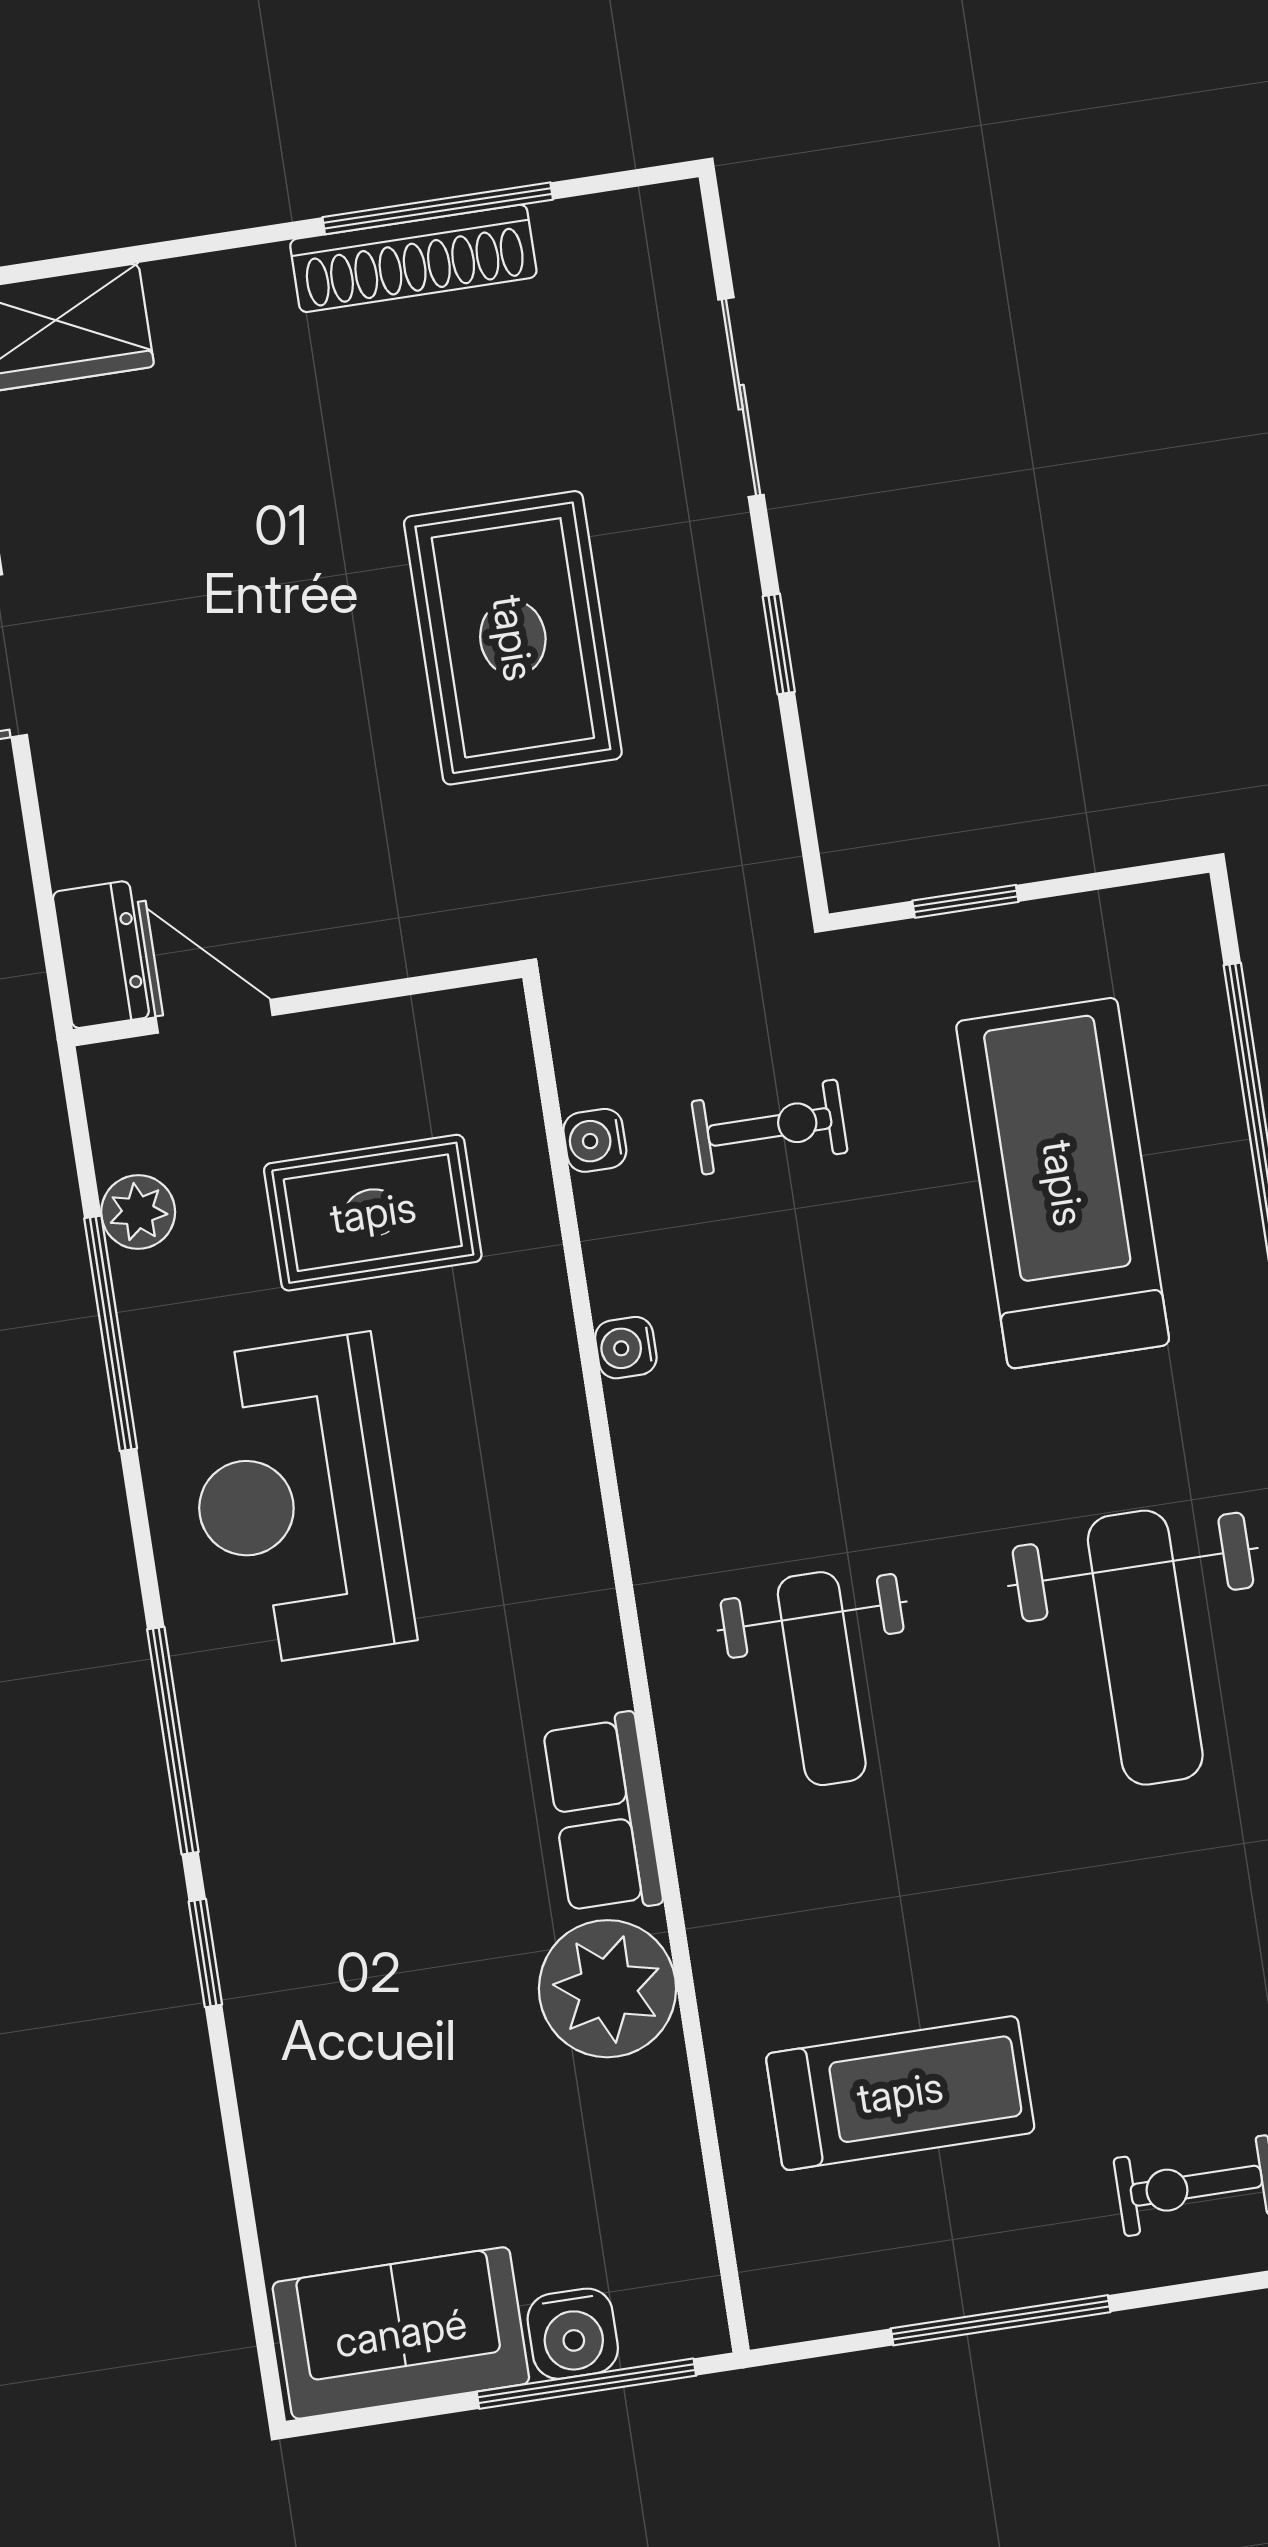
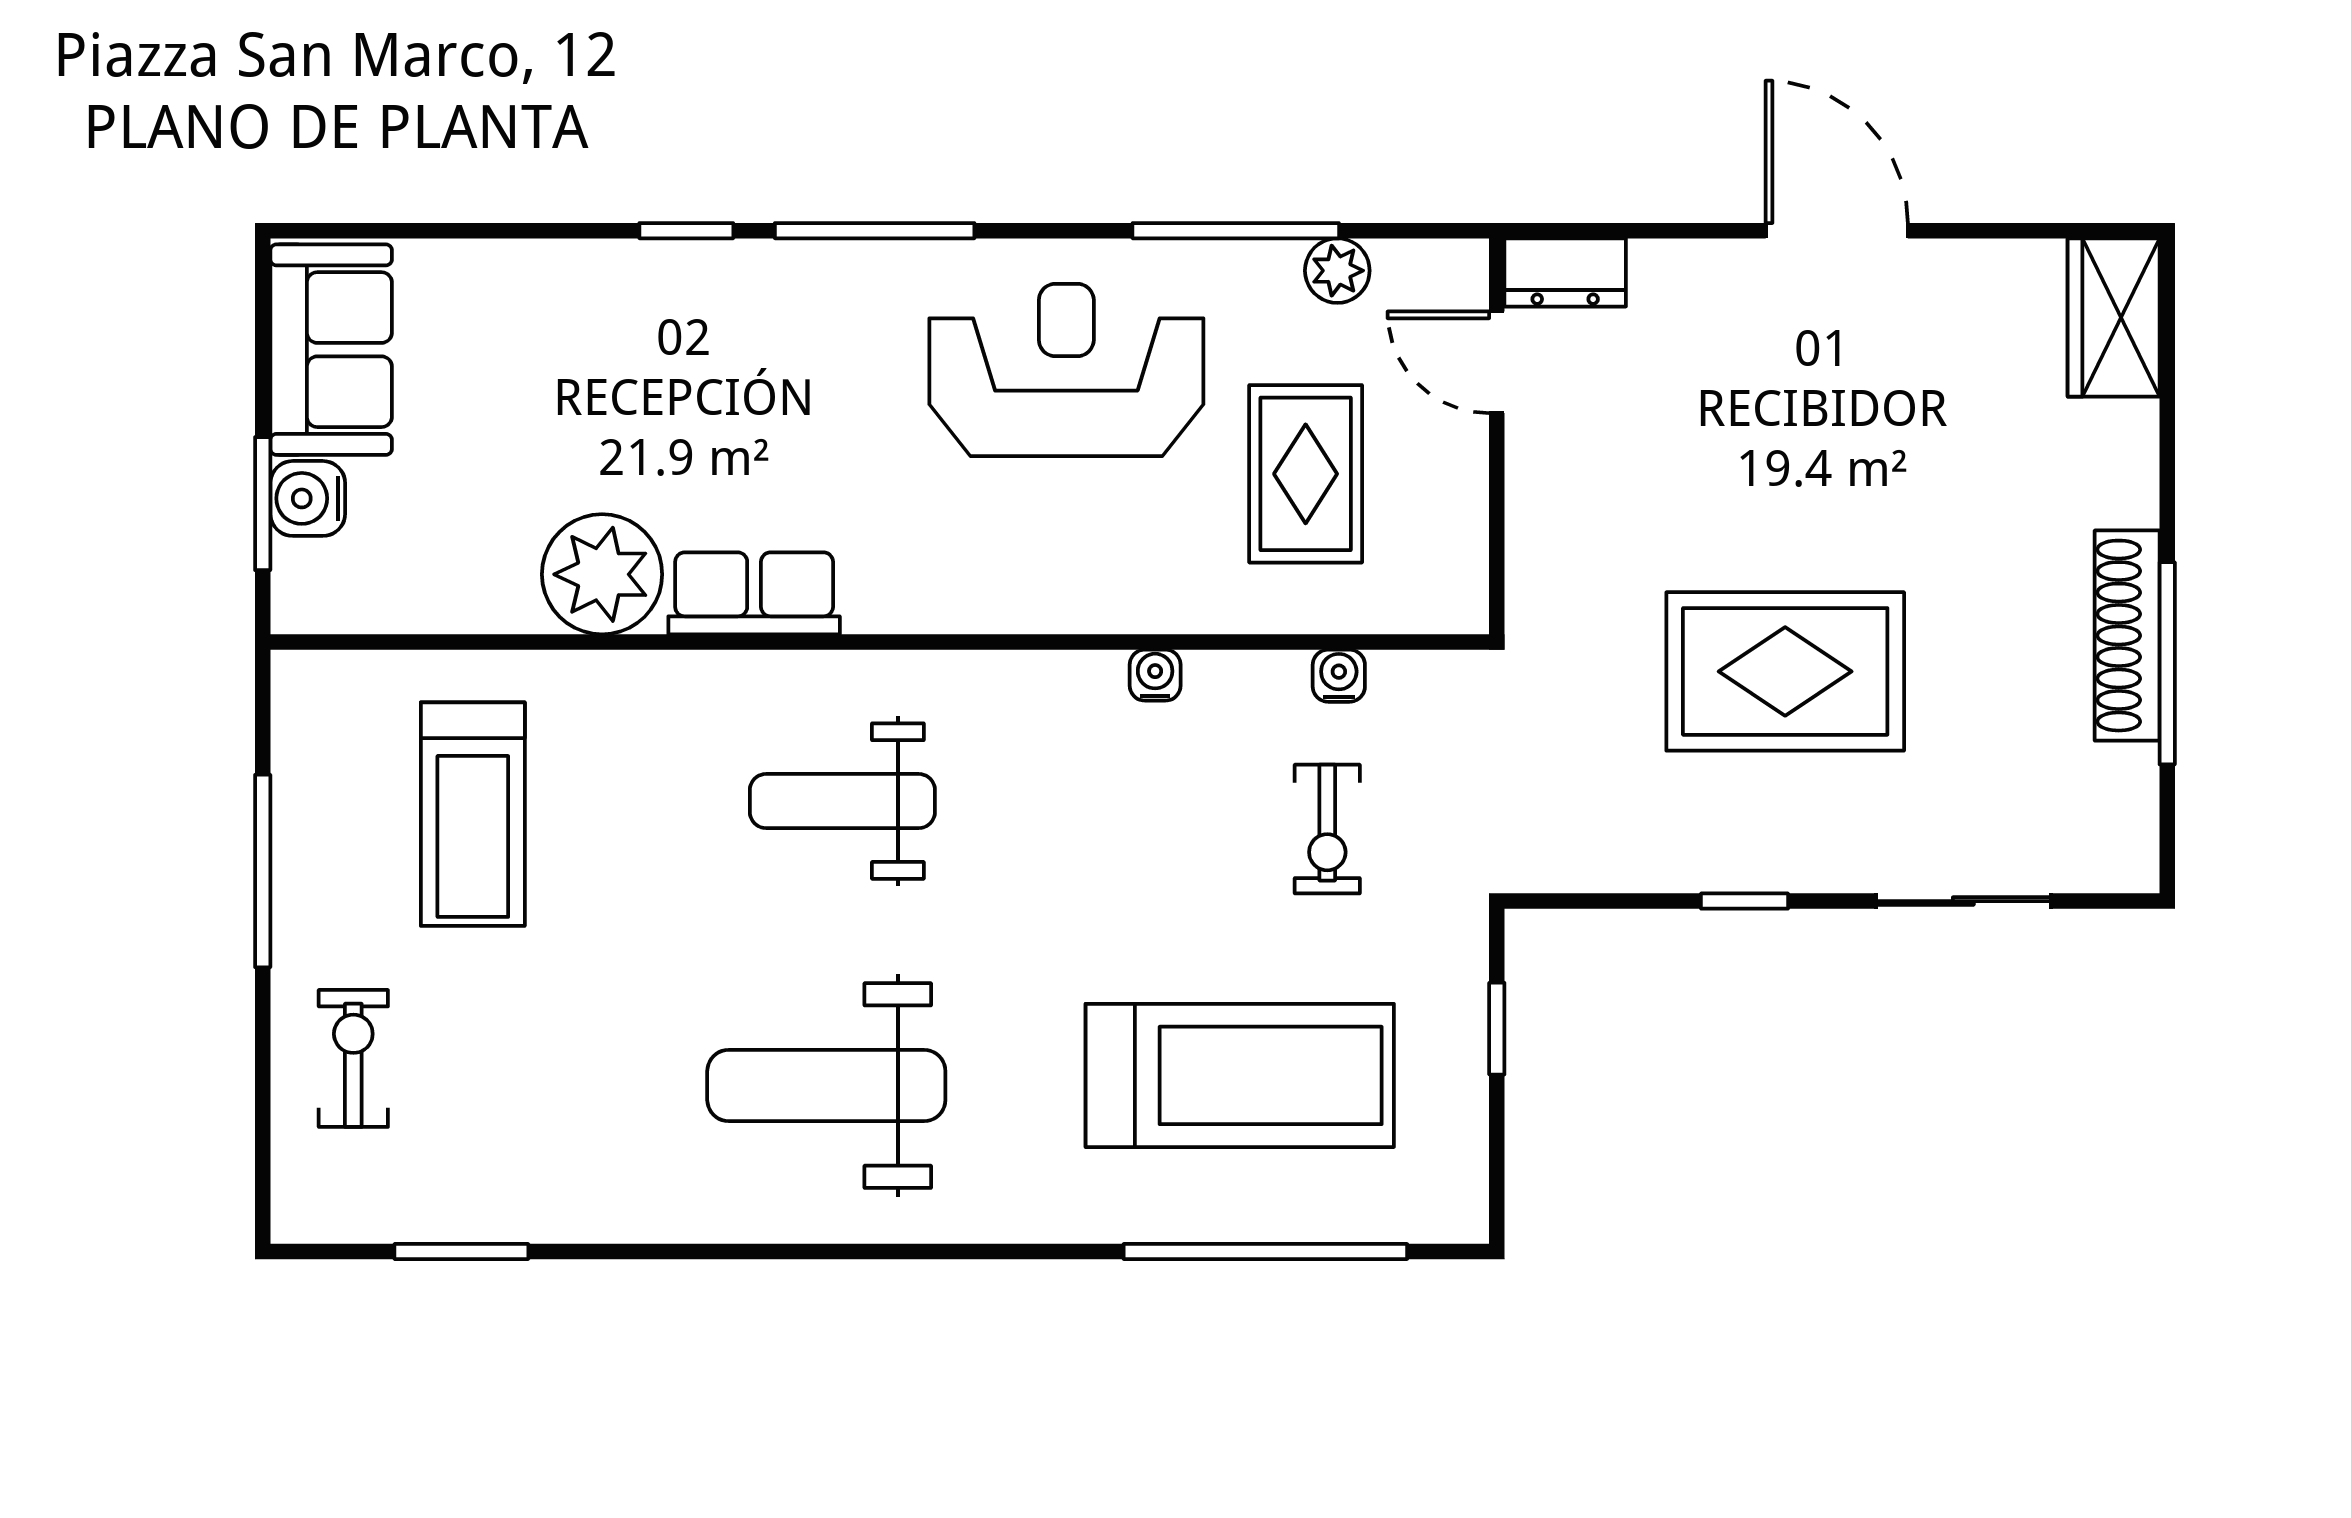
door: (214, 1016) -> (1497, 362), swing flipped
window: (586, 2384) -> (263, 504), width x0.69

